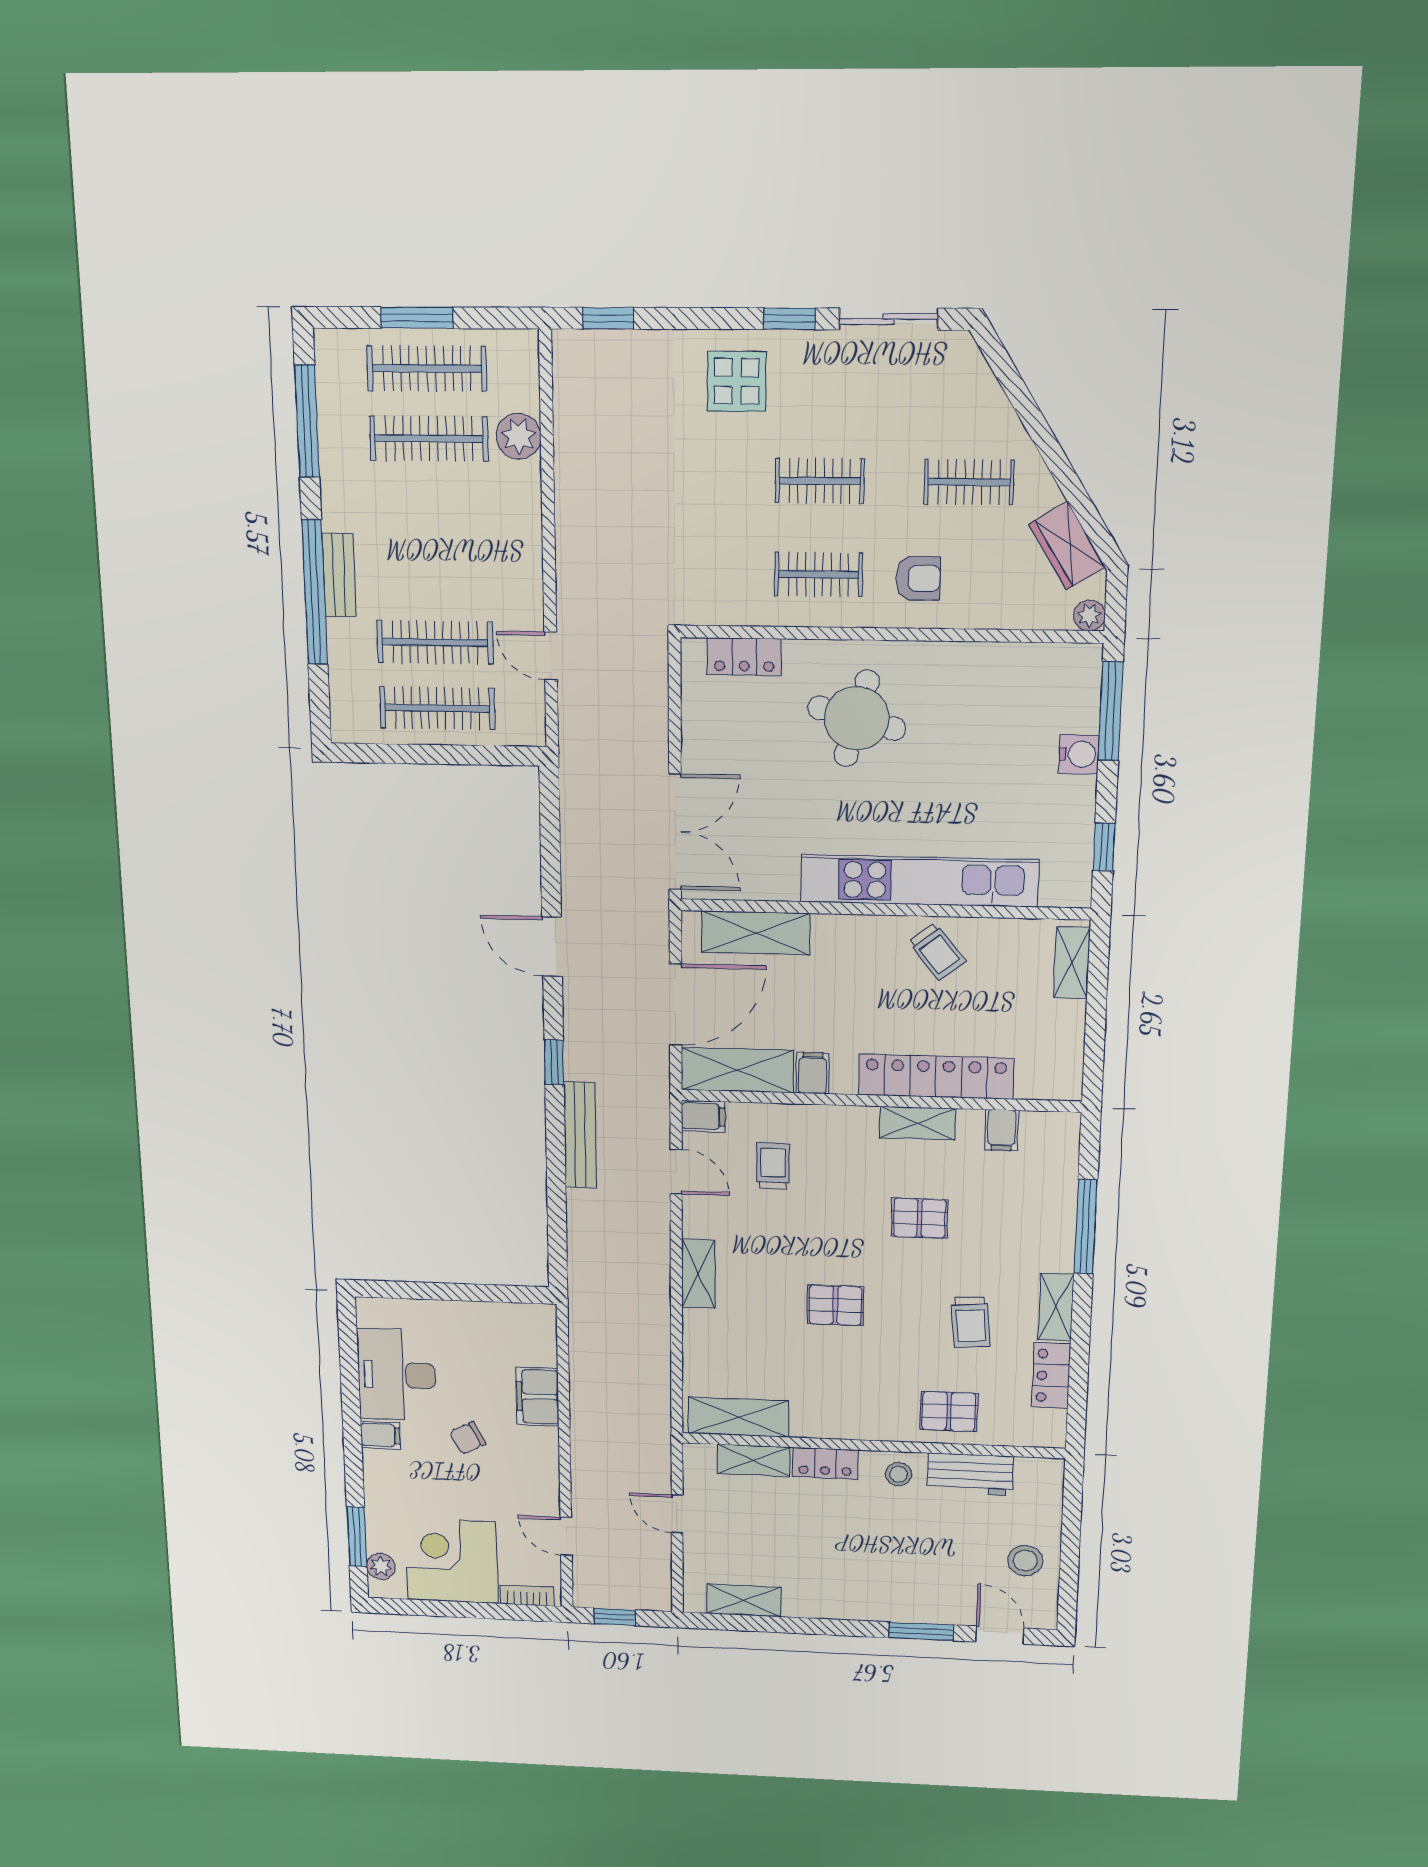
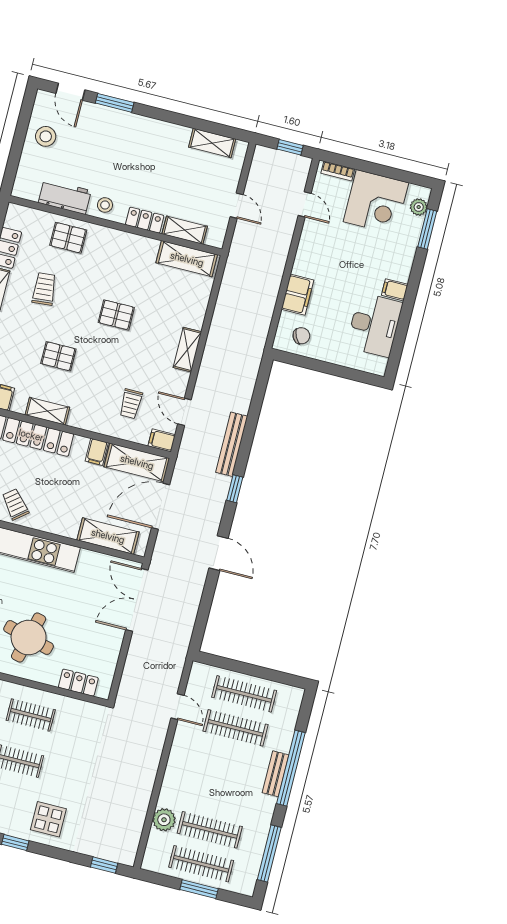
chair: (468, 1438) -> (301, 336), moved

